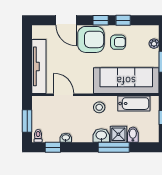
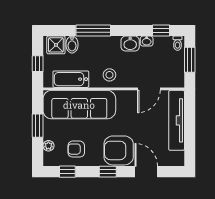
window: (123, 20) -> (67, 172), moved
armchair: (118, 42) -> (76, 149), moved
door: (64, 95) -> (149, 89), hinge flipped
shower: (118, 134) -> (56, 45), moved
washbasin: (101, 135) -> (130, 44), moved

